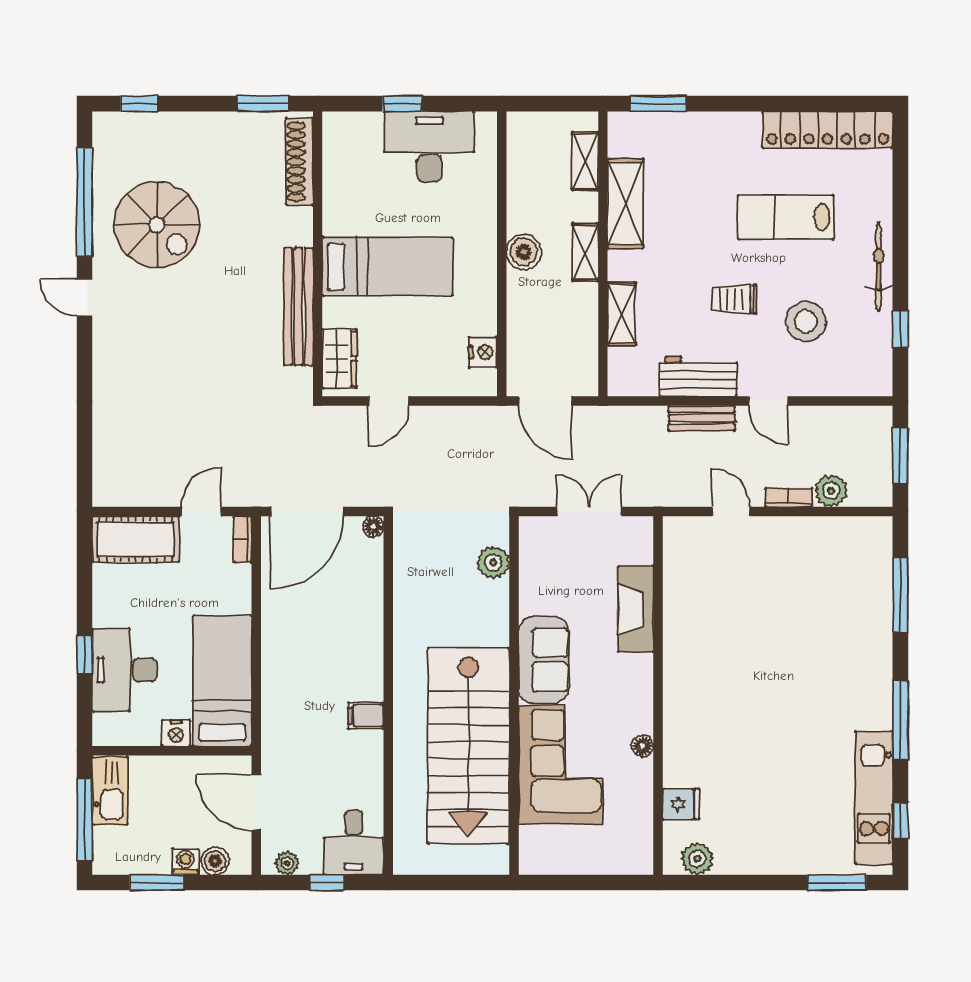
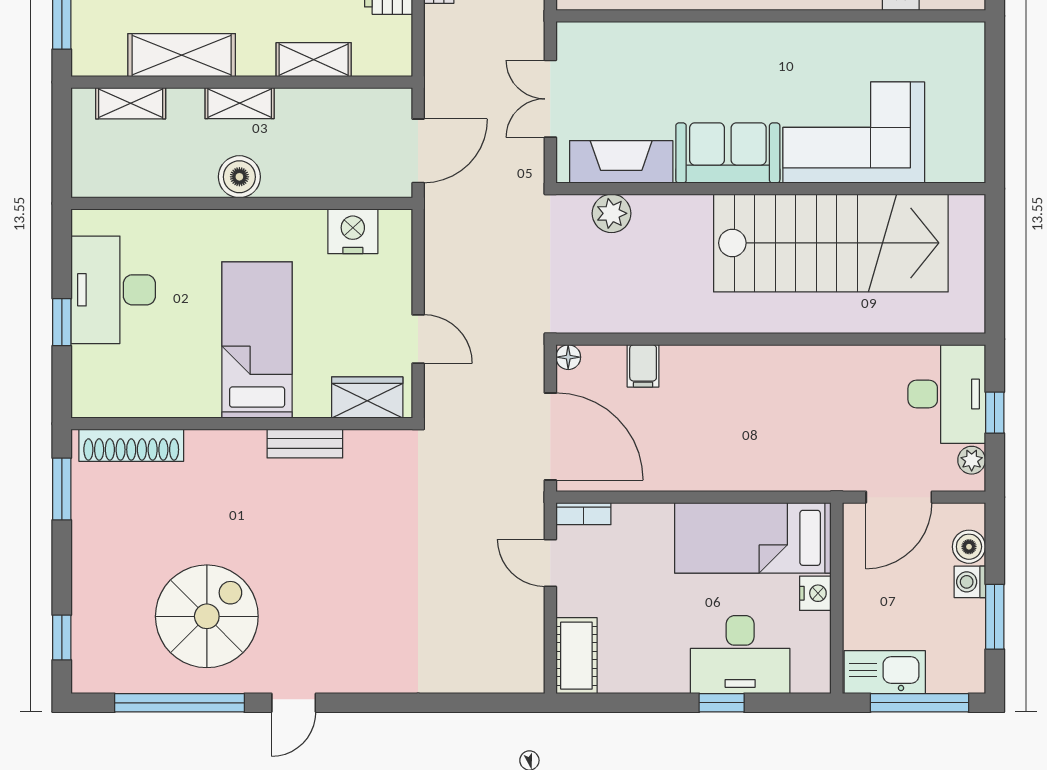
bench: (298, 307) -> (305, 444), width x0.54, depth x0.82
nightstand: (483, 352) -> (353, 231), width x1.36, depth x1.33
cot: (136, 539) -> (576, 656), width x0.73, depth x0.75
fireplace: (636, 609) -> (621, 162), moved, turned 180
filing cabinet: (366, 716) -> (643, 366), moved
floor lamp: (643, 746) -> (831, 34), removed
desk: (354, 843) -> (947, 394), width x1.37

